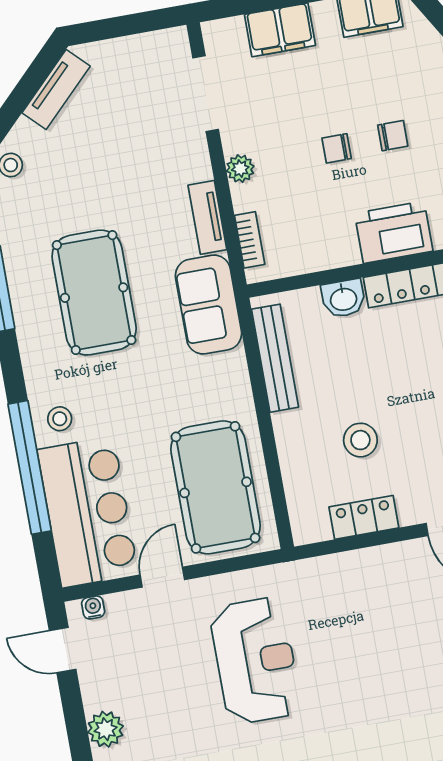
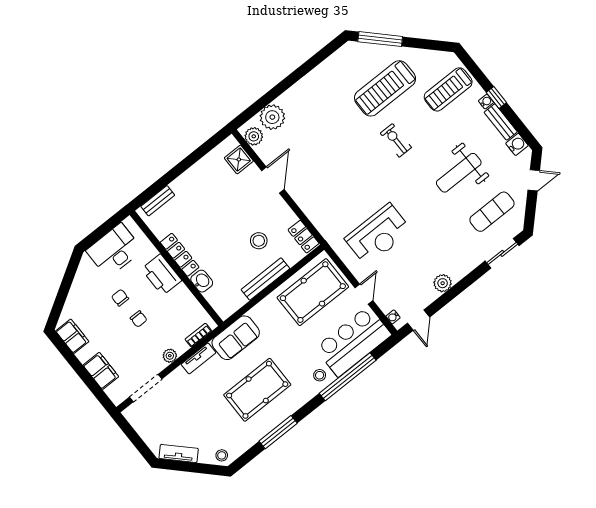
bench: (275, 358) -> (265, 279), moved
locker: (364, 517) -> (303, 237), moved
door: (162, 577) -> (364, 294), swing flipped
reception desk: (255, 661) -> (378, 235), turned 180

